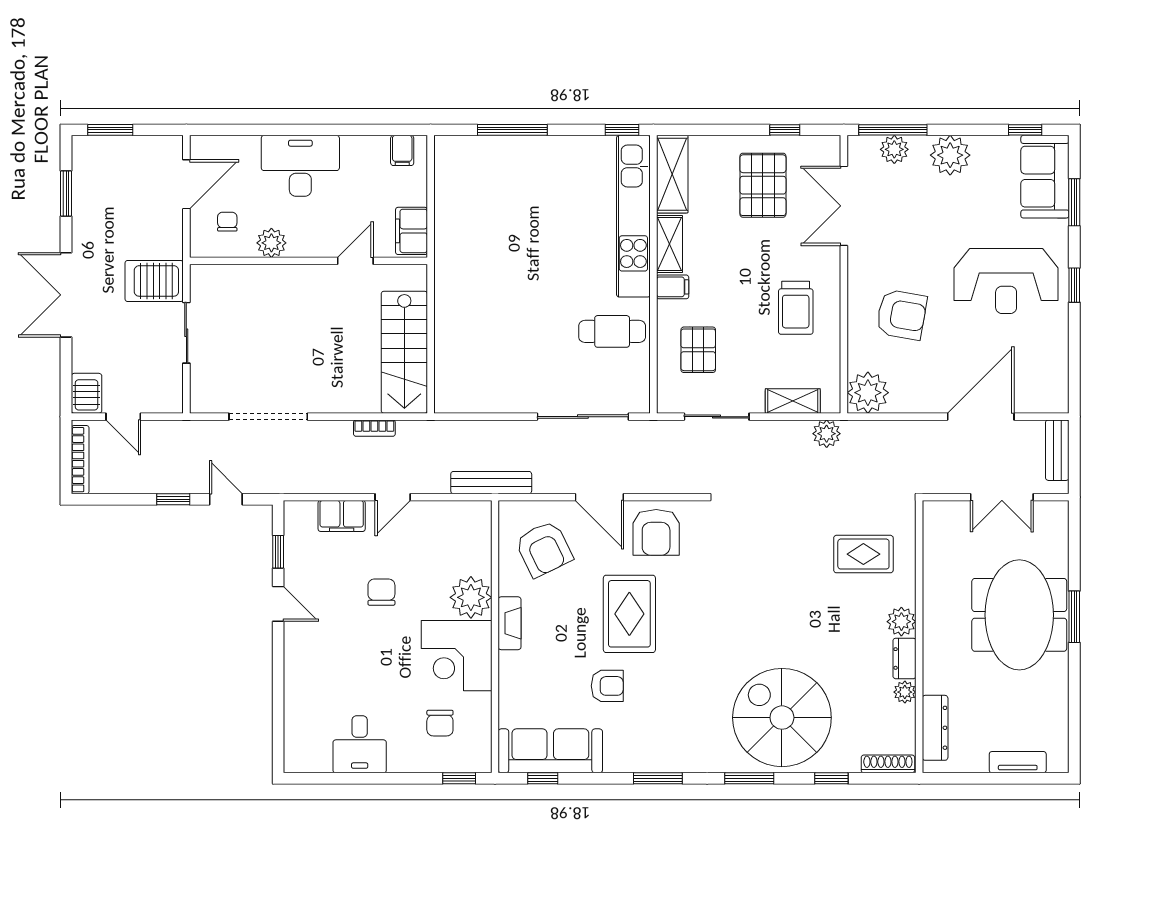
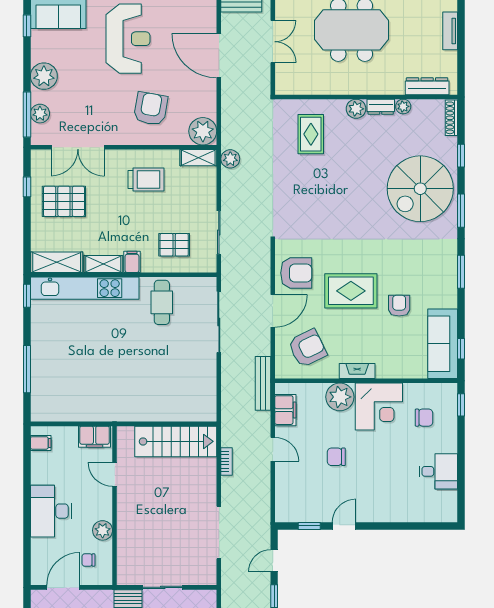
door: (186, 184) -> (63, 587), hinge flipped
shelving: (793, 401) -> (198, 158), moved, turned 90
filing cabinet: (342, 516) -> (285, 410), moved

